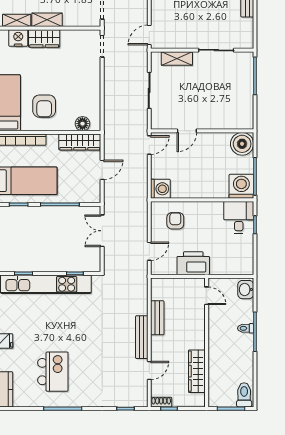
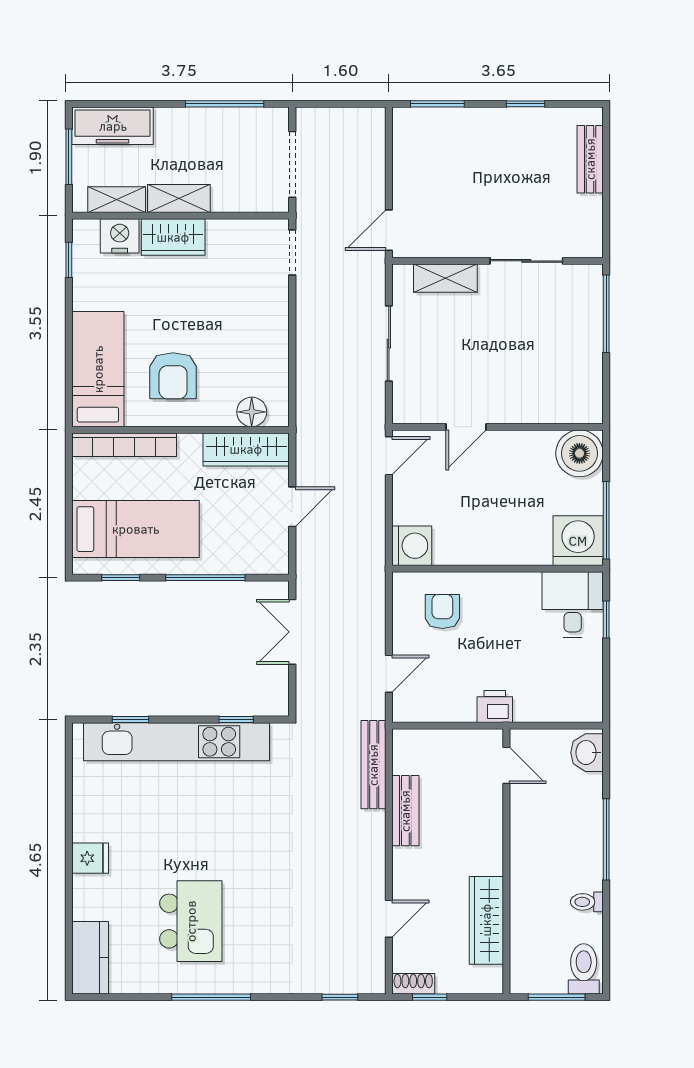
printer: (193, 263) -> (495, 706), width x0.53, depth x0.68
toilet: (246, 328) -> (587, 902), moved
bench: (142, 337) -> (373, 765), moved

